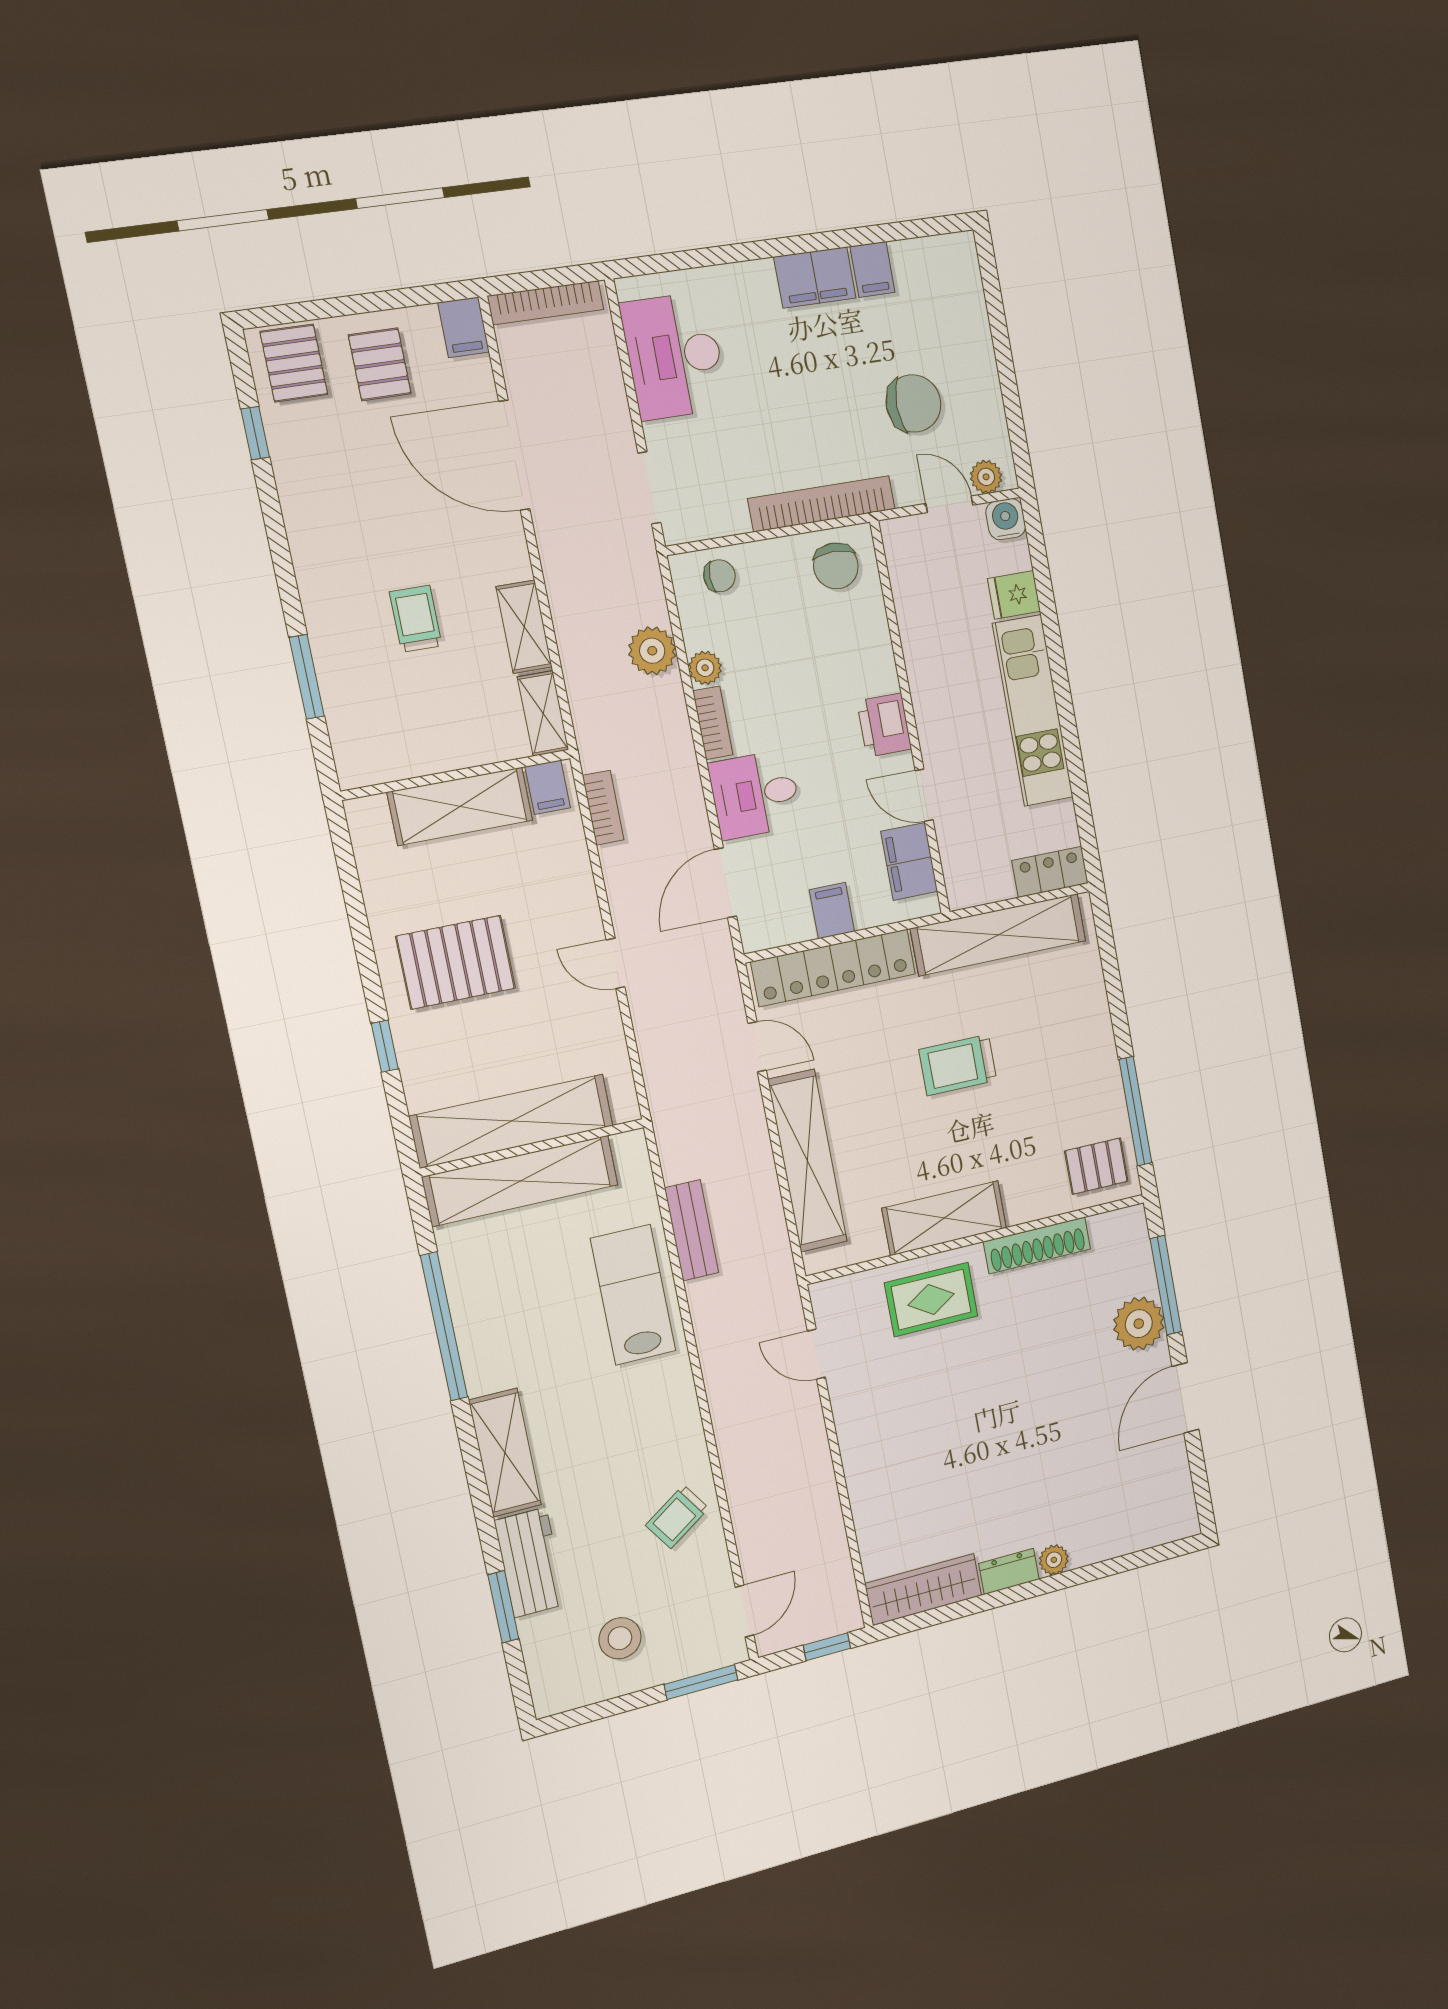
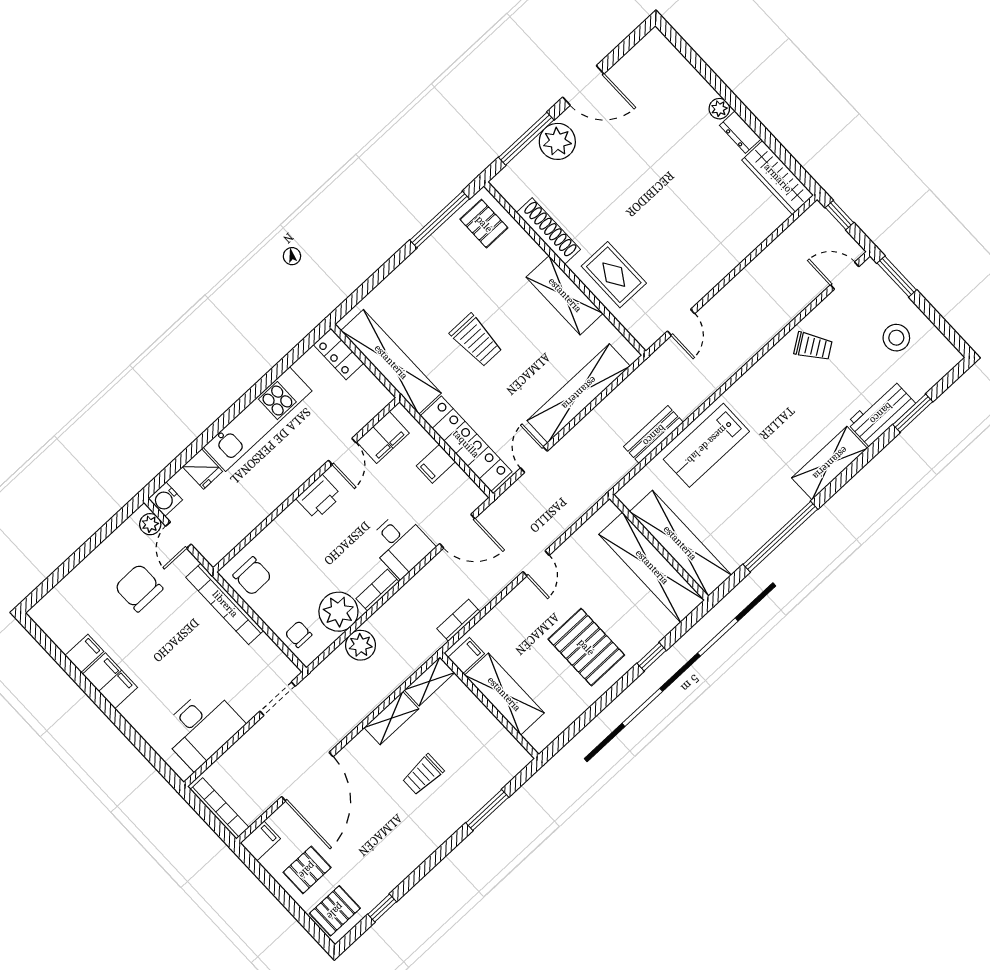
chair: (836, 566) -> (252, 576), turned 90
plant: (705, 668) -> (338, 612), width x1.87, depth x1.87

